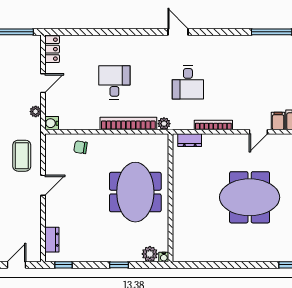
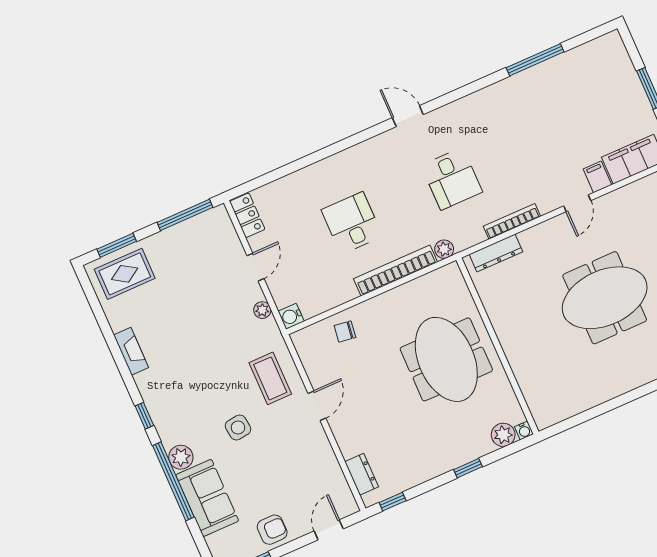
dresser: (190, 140) -> (496, 253), width x1.44

